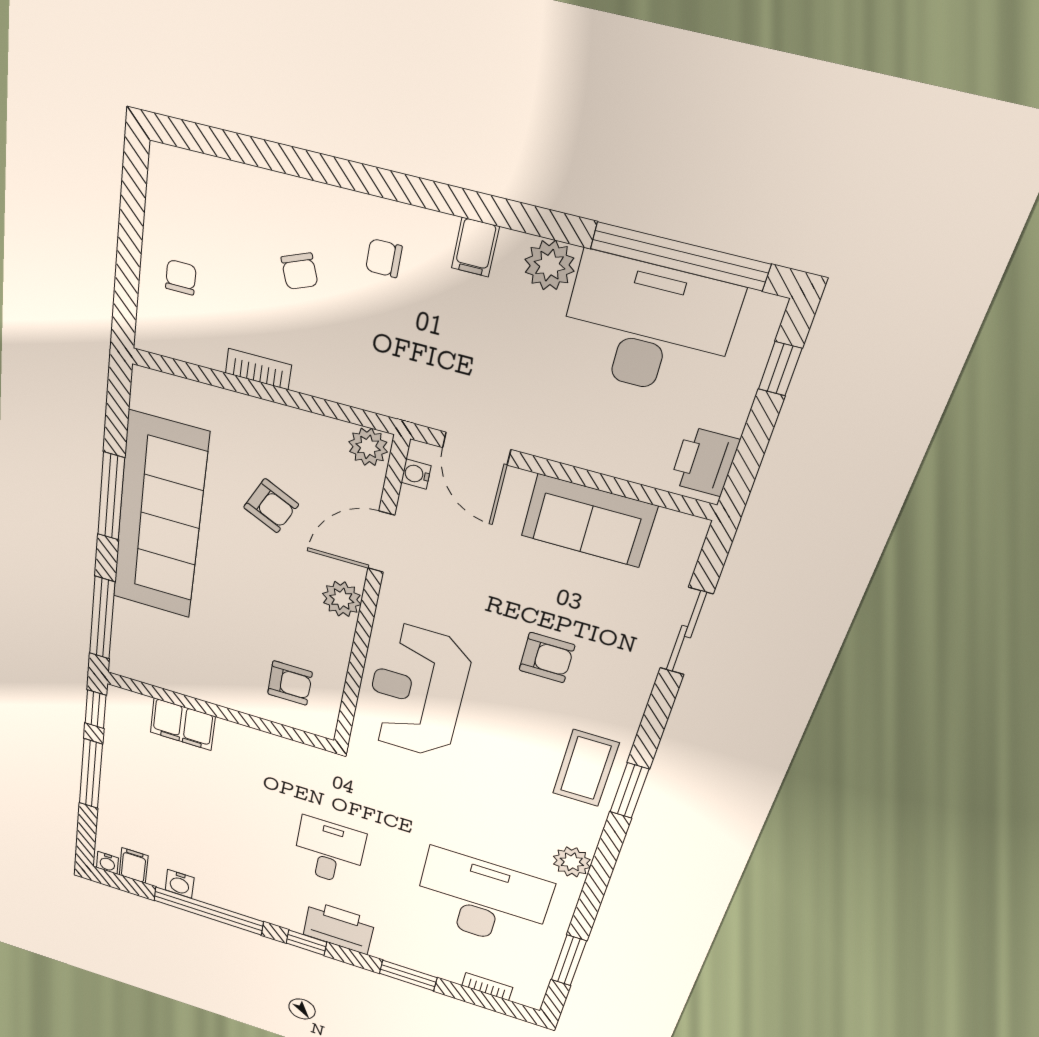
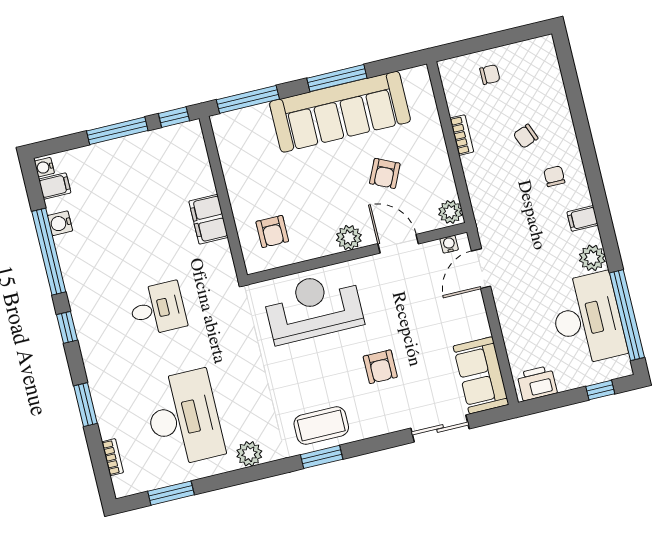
sofa: (589, 521) -> (481, 375), moved
filing cabinet: (183, 724) -> (208, 219), moved
printer: (339, 927) -> (96, 342), removed

